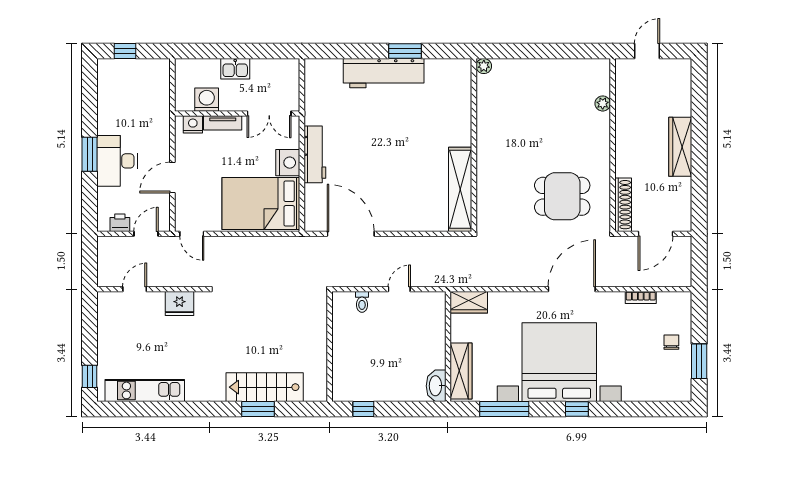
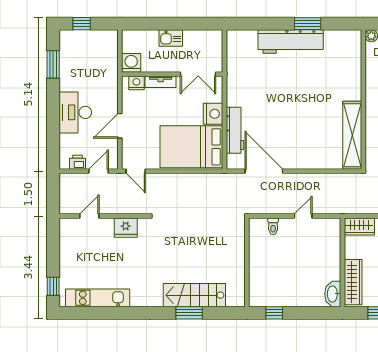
washing machine: (207, 100) -> (131, 63), moved
window: (90, 154) -> (53, 64), moved
workbench: (315, 154) -> (235, 130), moved

